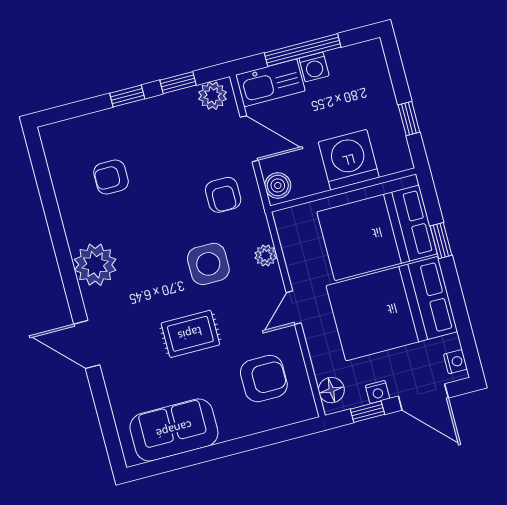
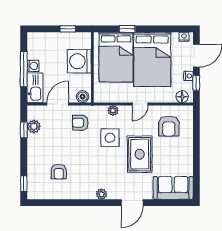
window: (127, 96) -> (24, 184), moved
plant: (213, 96) -> (34, 126), moved
armchair: (223, 195) -> (80, 123), turned 180
plant: (95, 265) -> (102, 194), width x0.53, depth x0.53
door: (294, 308) -> (140, 104), hinge flipped
rug: (190, 334) -> (140, 154), width x1.36, depth x1.43
armchair: (264, 379) -> (169, 126), turned 180
sofa: (174, 430) -> (173, 188), moved, turned 90

